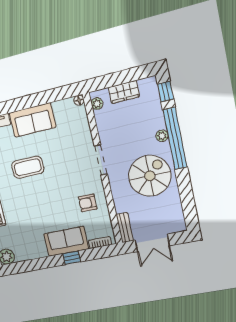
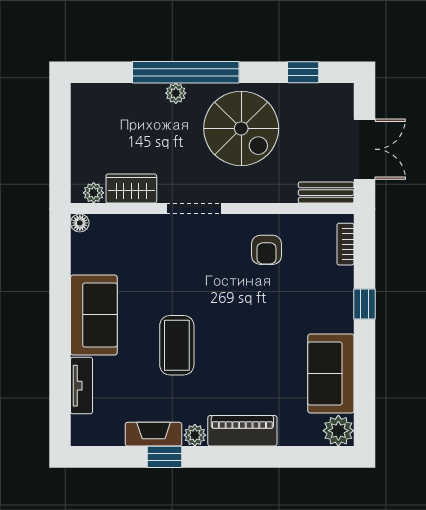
wardrobe: (124, 92) -> (131, 188), moved, turned -90
window: (166, 92) -> (303, 72), moved
spiral stairs: (150, 176) -> (241, 128), turned 180
sofa: (66, 241) -> (331, 373), moved

